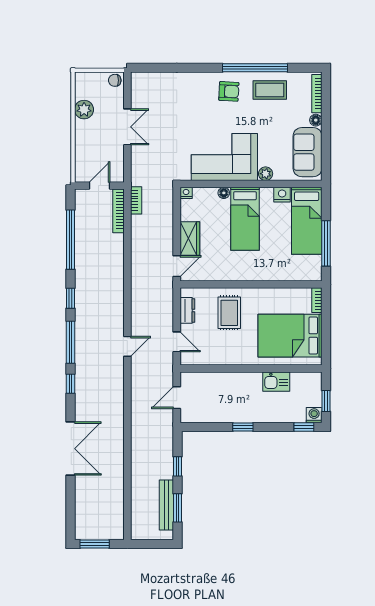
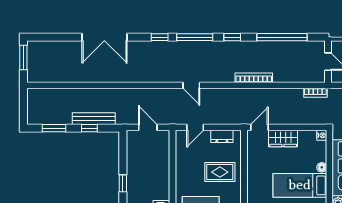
bookcase: (118, 211) -> (254, 78), moved
door: (177, 266) -> (260, 127), swing flipped
bench: (166, 505) -> (94, 119), moved

